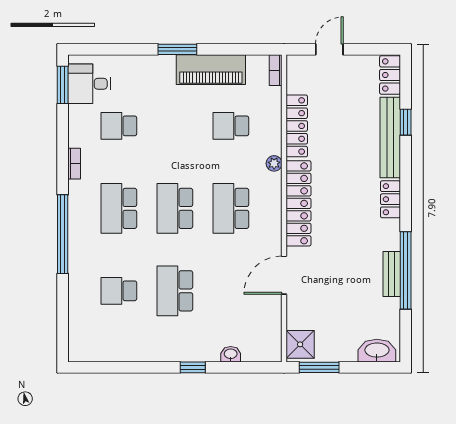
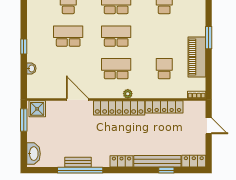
plant: (274, 163) -> (128, 94), moved

